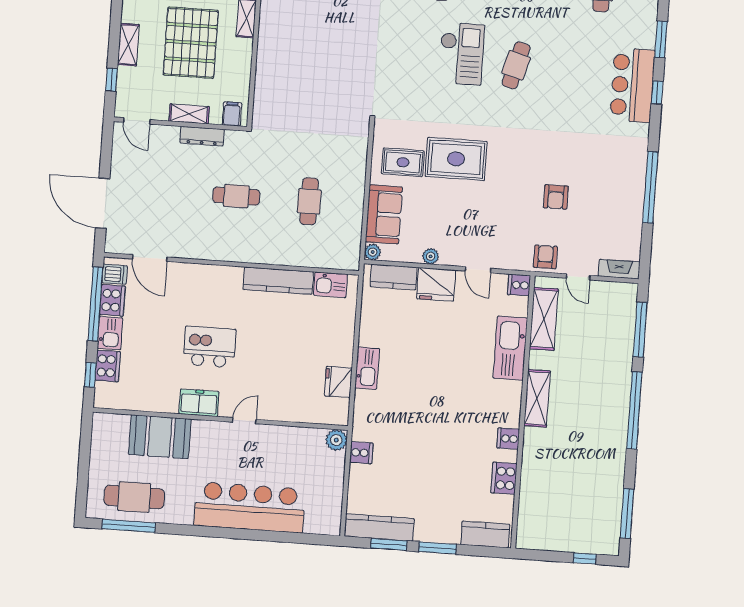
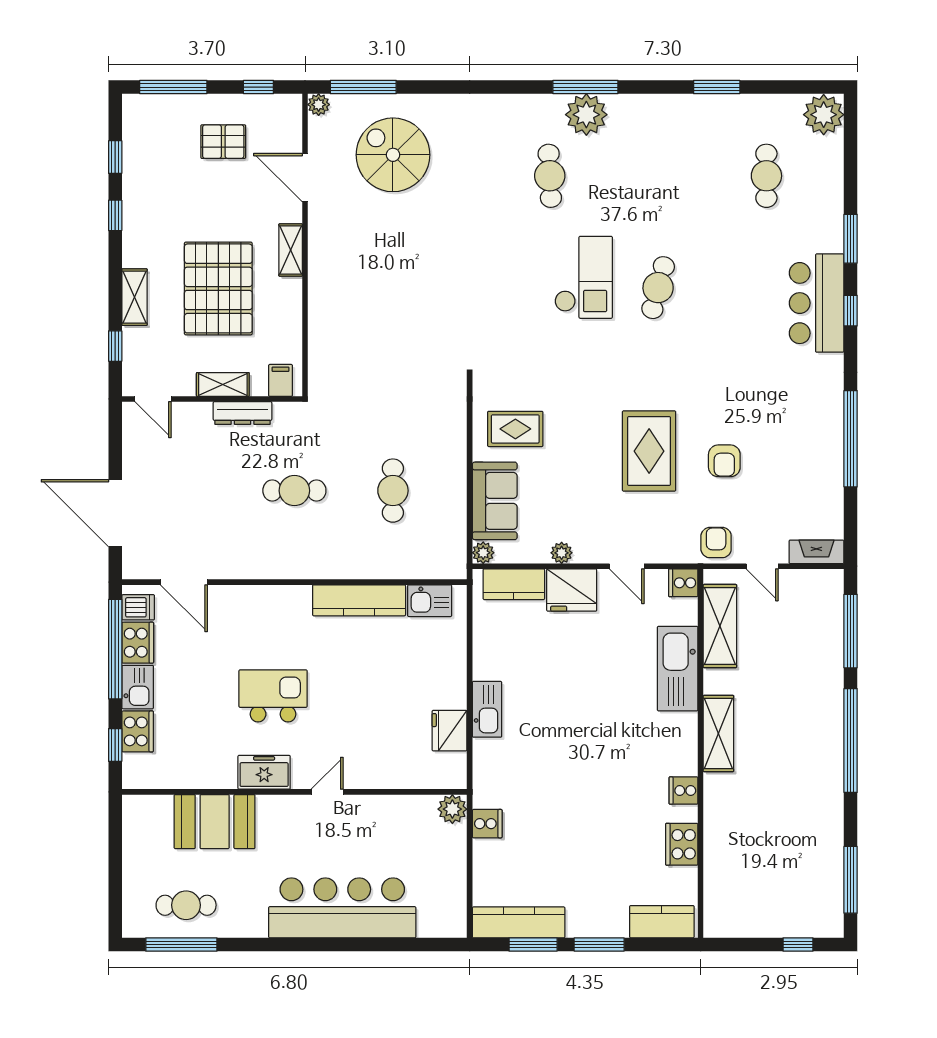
rug: (456, 159) -> (649, 451), moved, turned 90
cafe table: (134, 497) -> (186, 905), width x0.73, depth x0.74

